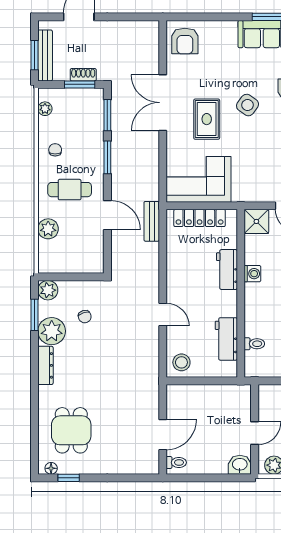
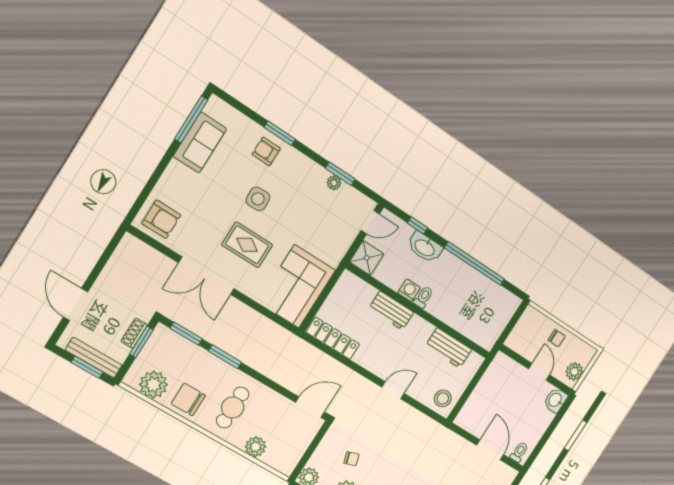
side table: (248, 105) -> (258, 199), turned -38
plant: (45, 109) -> (153, 385), width x1.87, depth x1.87
chair: (55, 150) -> (188, 400), width x1.87, depth x1.87
door: (107, 215) -> (310, 407), moved
locker: (200, 218) -> (333, 338), moved, turned -90
bench: (152, 221) -> (307, 351), removed
toilet: (254, 344) -> (423, 297), moved

